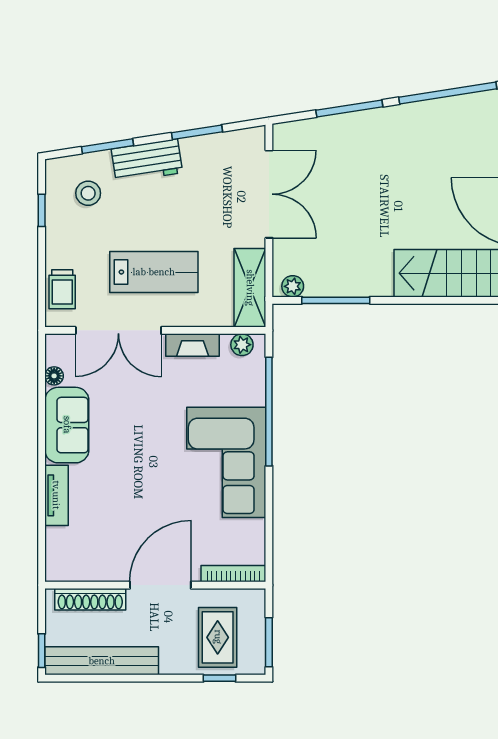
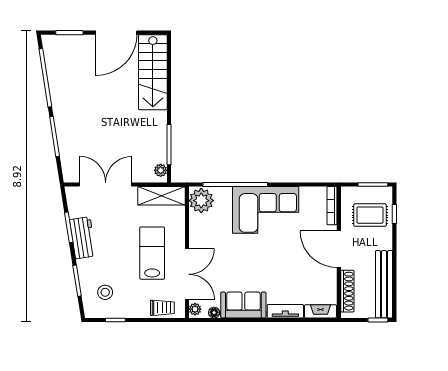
workbench: (147, 161) -> (83, 238), moved
plant: (60, 344) -> (195, 309), added
fireplace: (193, 345) -> (321, 311), moved, turned -90
plant: (242, 345) -> (201, 201), width x1.88, depth x1.88

